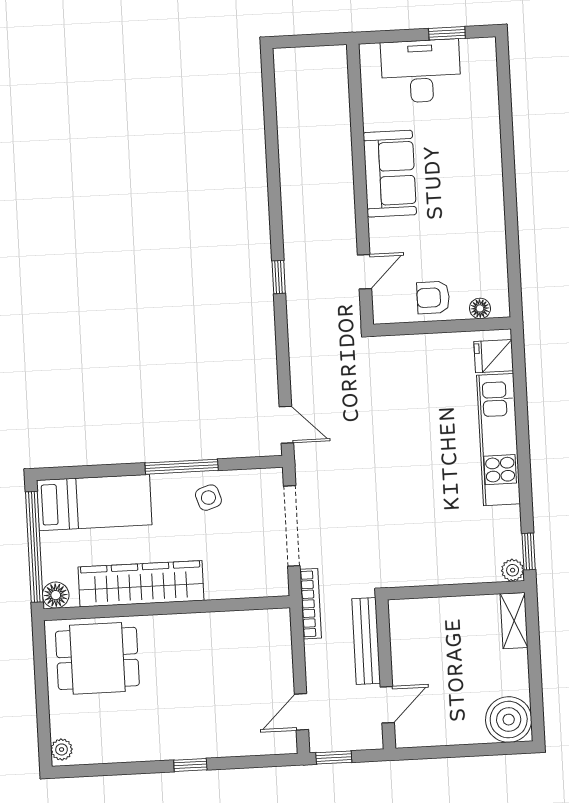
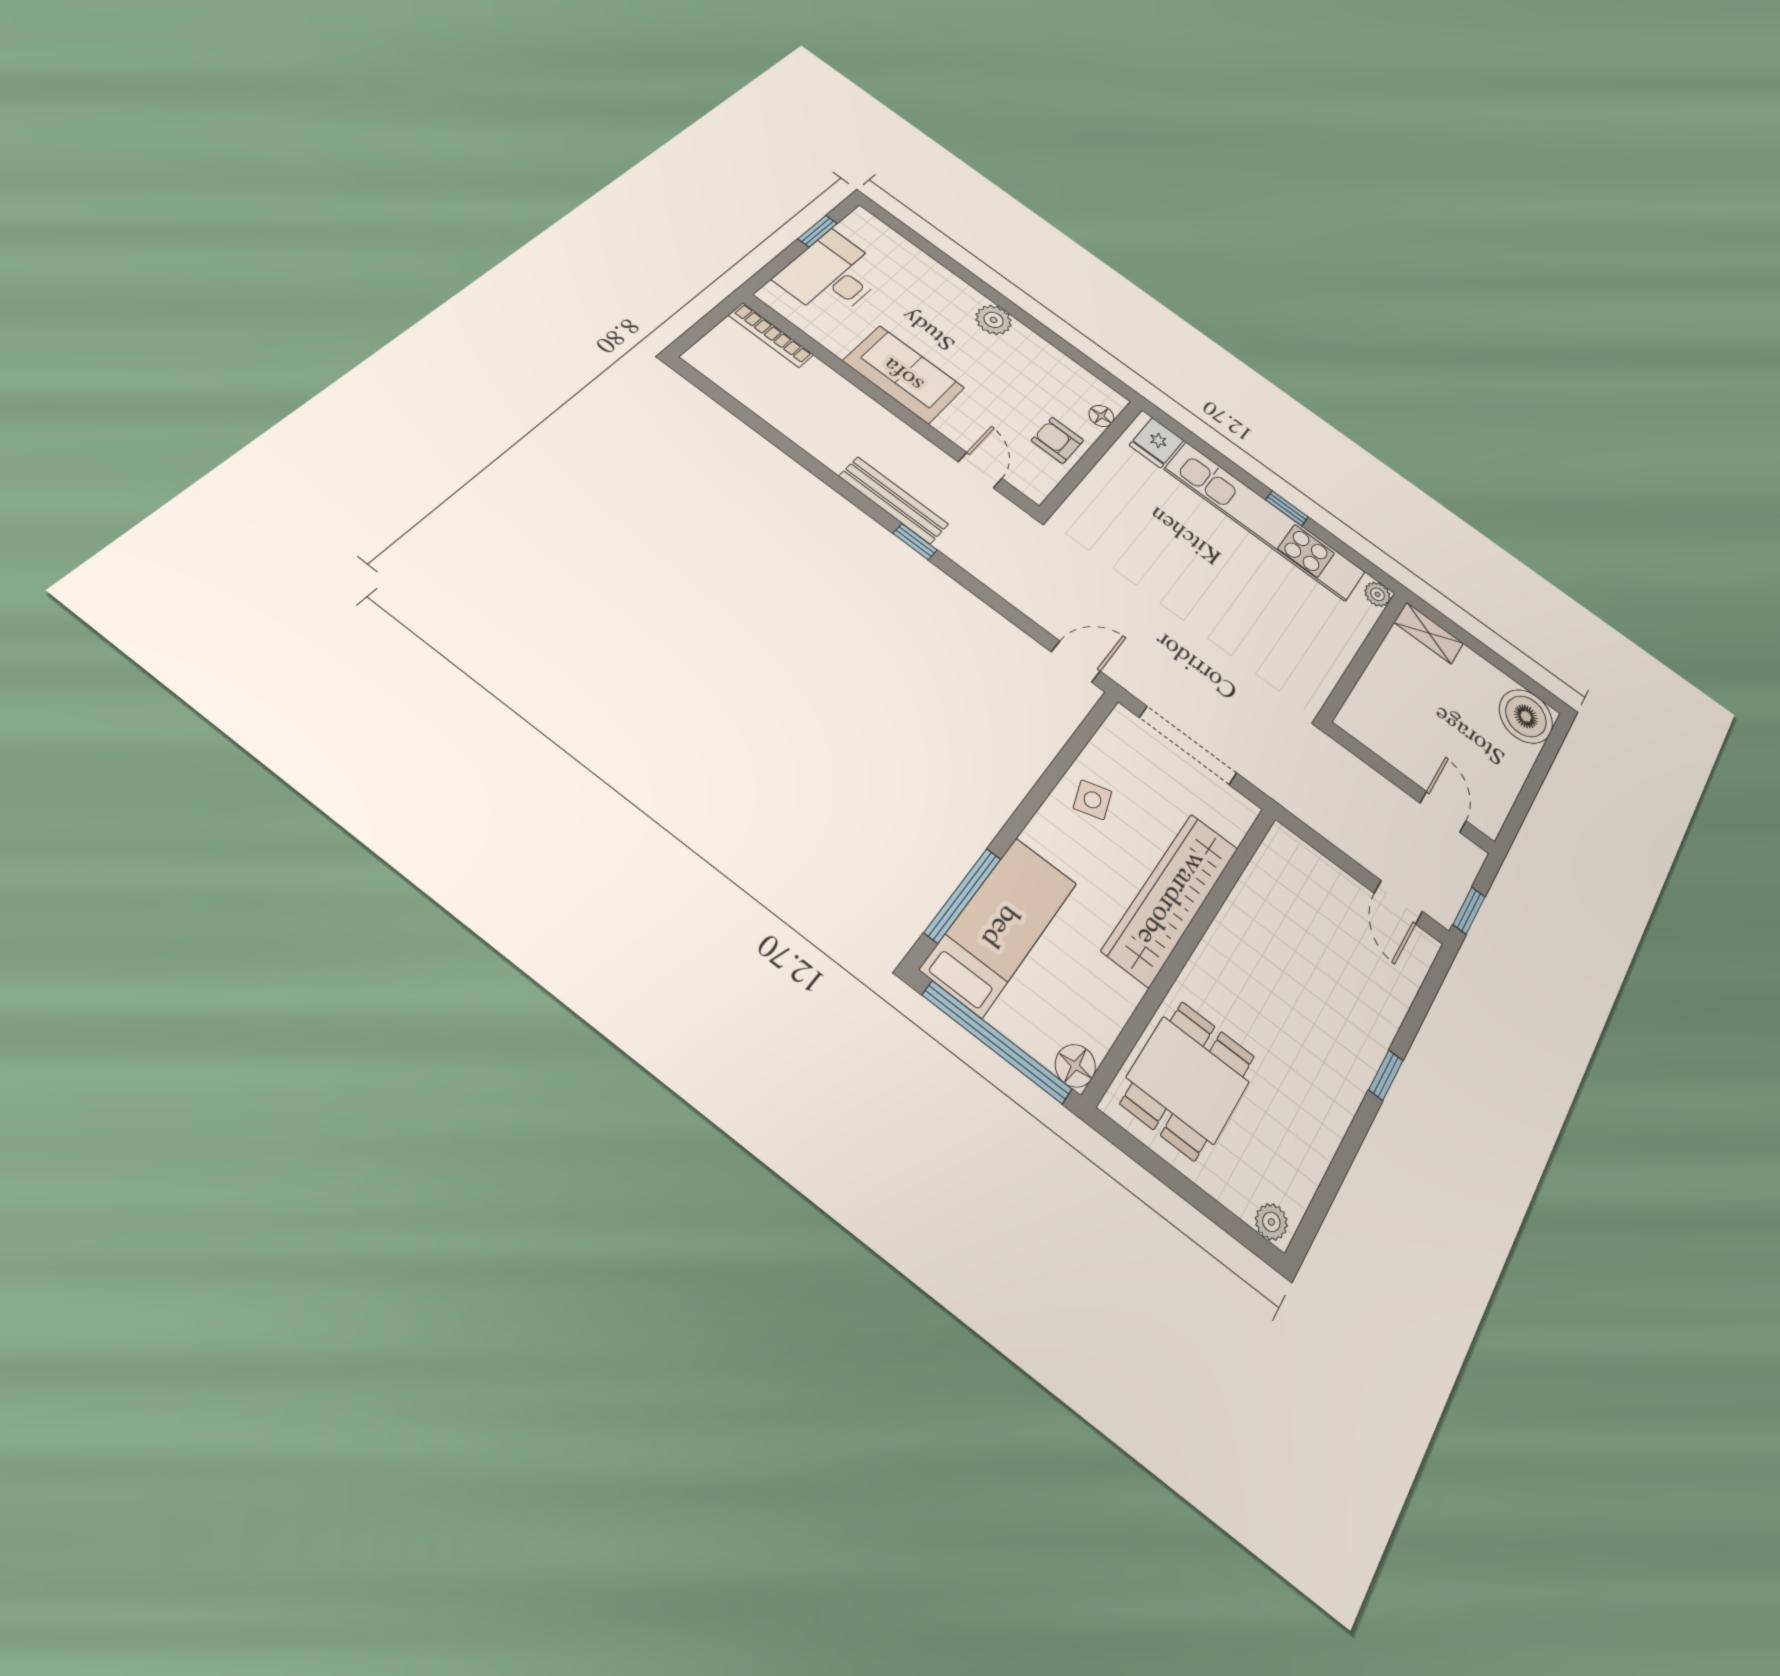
plant: (489, 188) -> (994, 320), added
armchair: (433, 298) -> (1057, 440), turned 90
kitchen unit: (499, 440) -> (1264, 521), width x1.36
window: (182, 467) -> (963, 895), moved
window: (529, 551) -> (1287, 508), moved
wardrobe: (141, 584) -> (1171, 898), moved
bookcase: (310, 604) -> (771, 335), moved, turned 180
bench: (366, 641) -> (894, 500), moved

